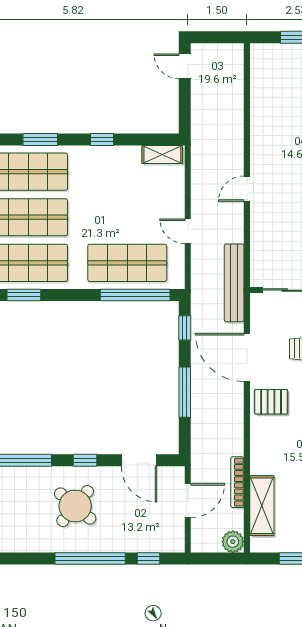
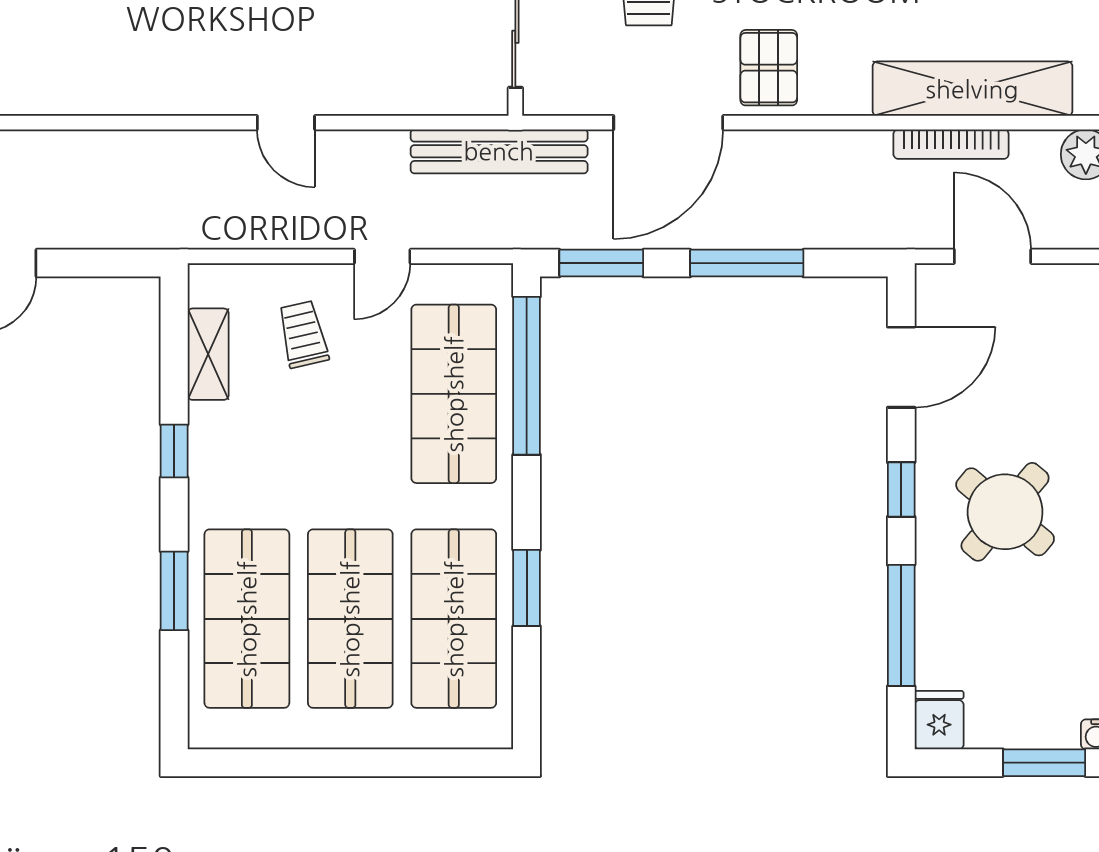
shelving: (162, 154) -> (208, 354), moved
trolley: (153, 196) -> (303, 334), added
window: (24, 295) -> (527, 588), moved
window: (185, 328) -> (601, 263), width x1.50
shelving: (262, 506) -> (972, 89), width x1.47

